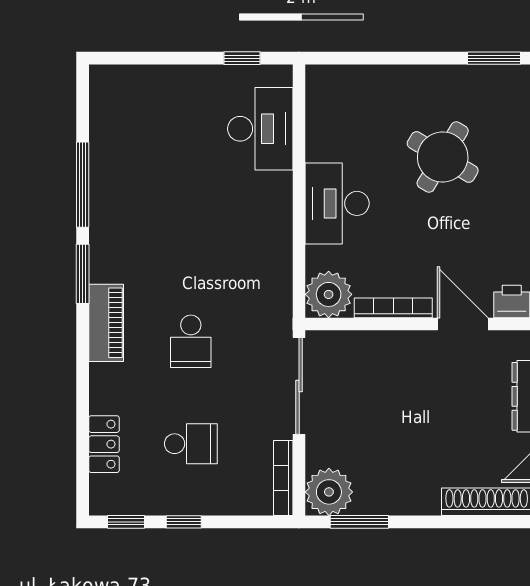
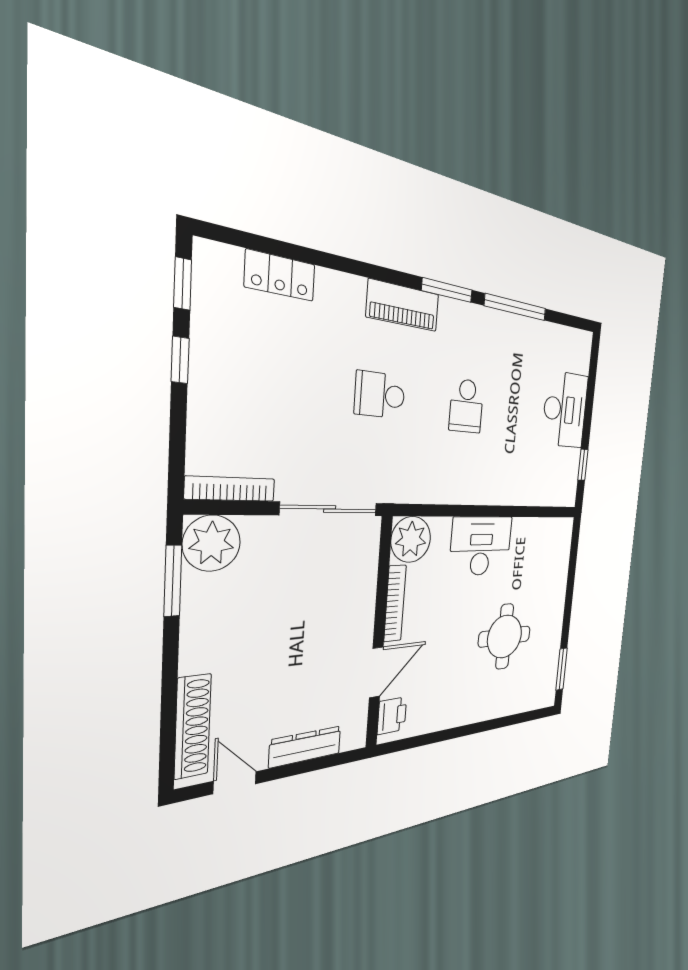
desk: (260, 129) -> (565, 410), moved, turned -90
round table: (443, 157) -> (505, 637), turned -31
school desk: (191, 444) -> (466, 406), moved

